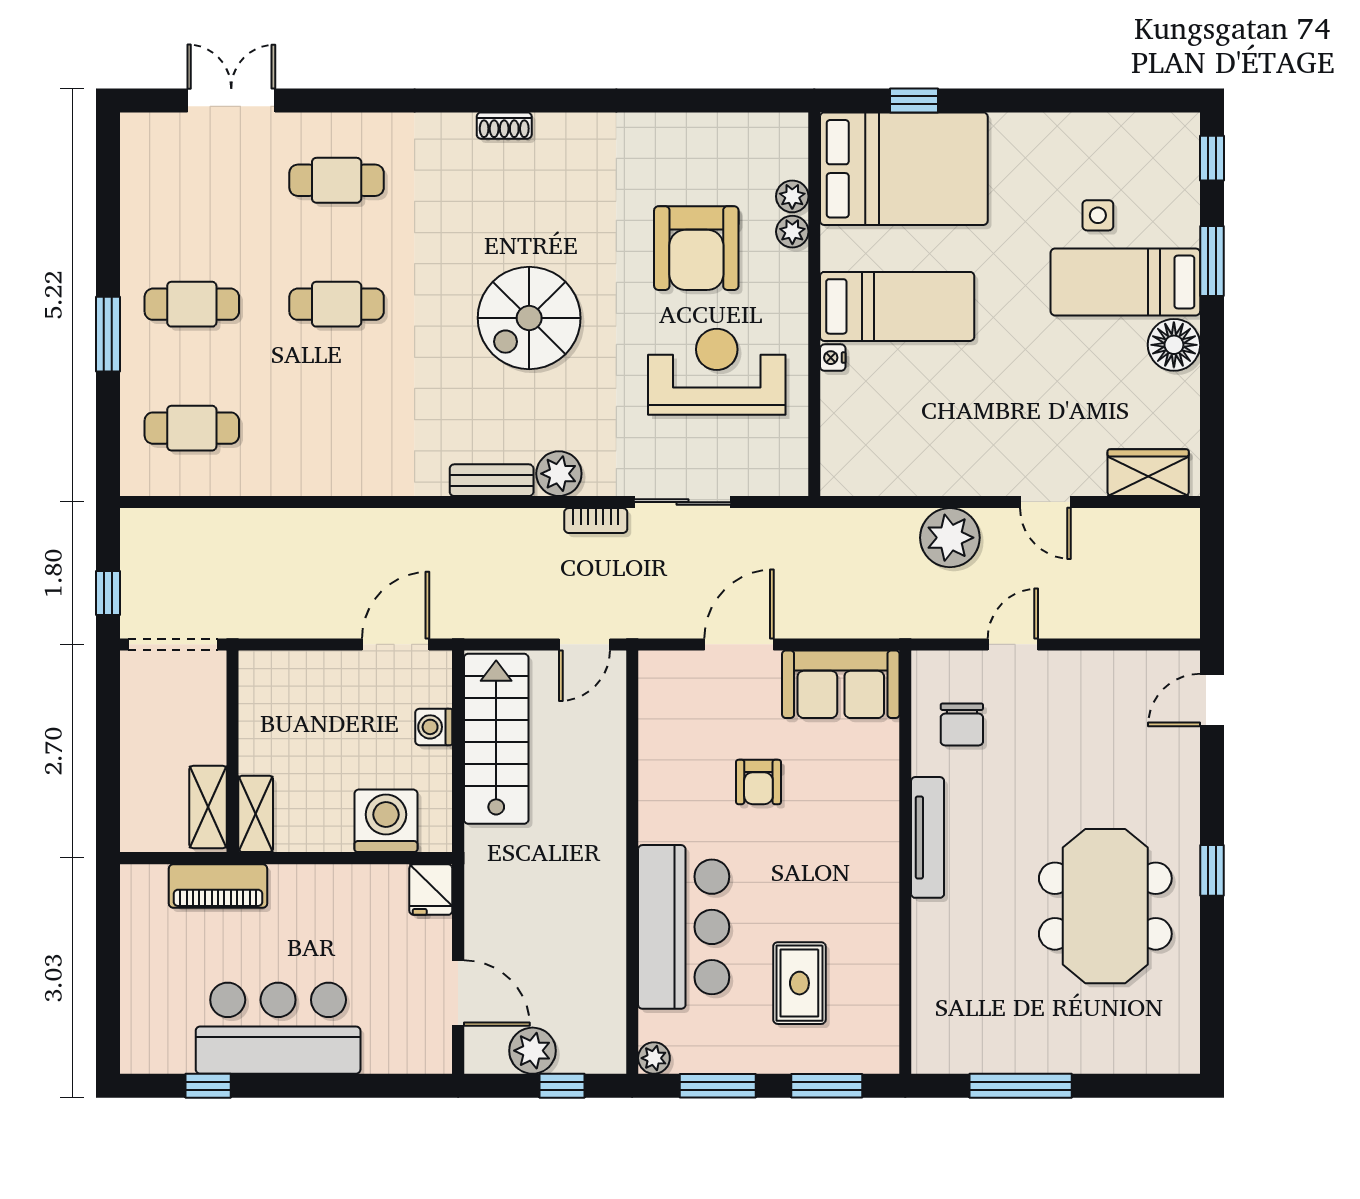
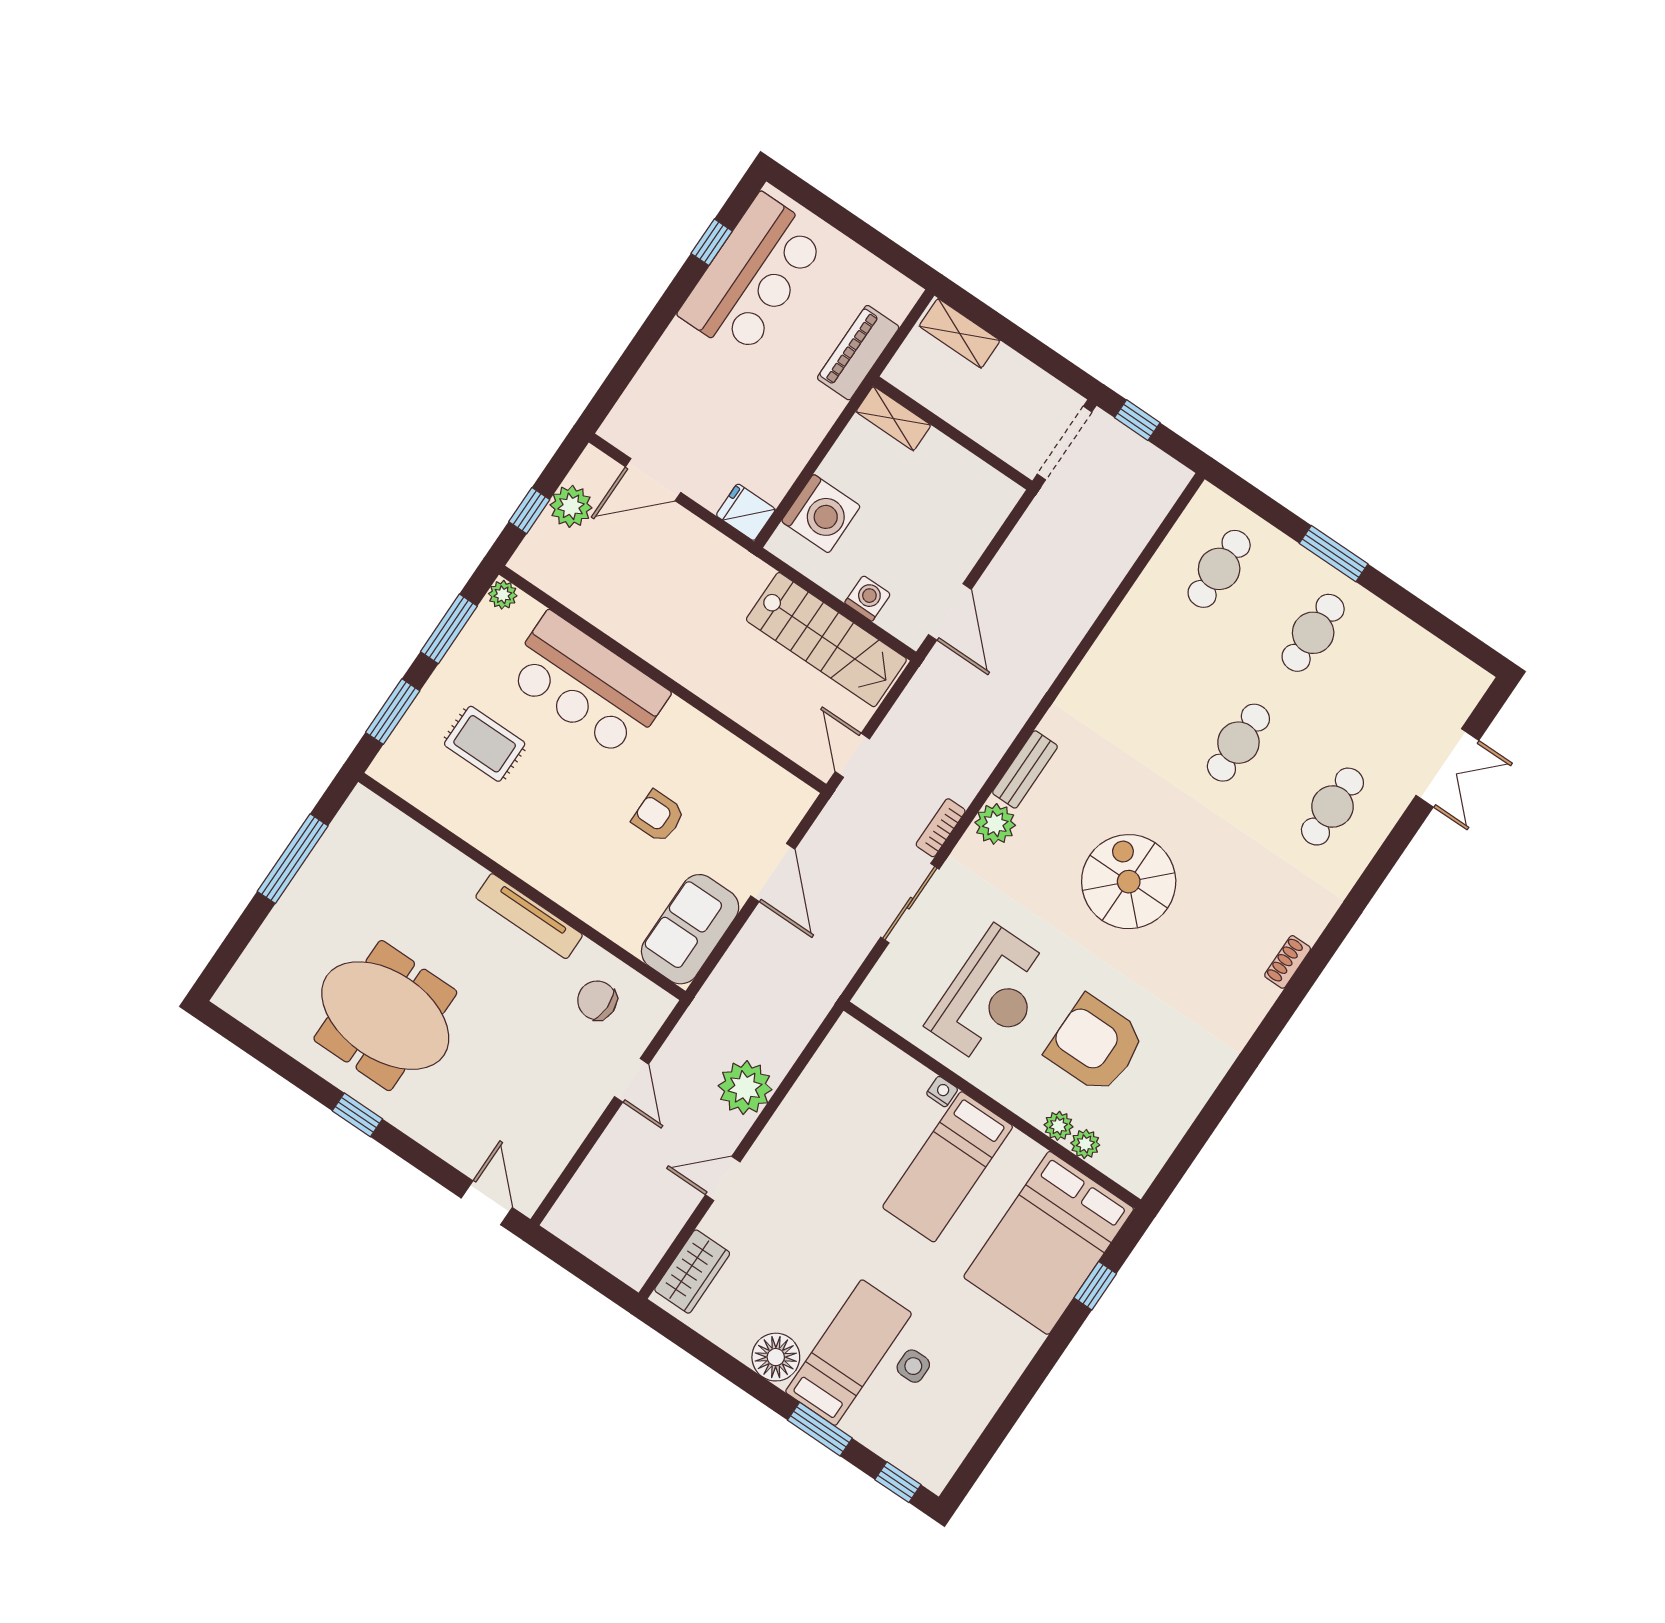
shelving: (208, 807) -> (960, 333), moved
bar counter: (278, 1028) -> (753, 276), moved

